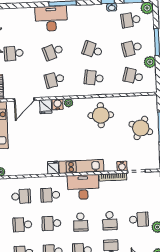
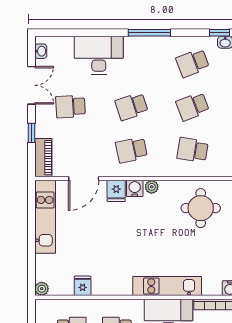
desk: (51, 19) -> (99, 55), moved
school desk: (91, 22) -> (193, 63), added
school desk: (93, 50) -> (193, 107), turned -42
fridge: (53, 168) -> (83, 286), moved

